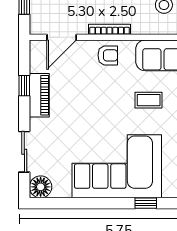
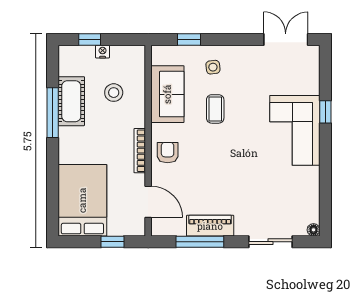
window: (24, 86) -> (200, 242), width x2.17
corner sofa: (117, 166) -> (295, 130), width x0.73, depth x0.74
floor lamp: (41, 187) -> (314, 230), width x0.53, depth x0.53

